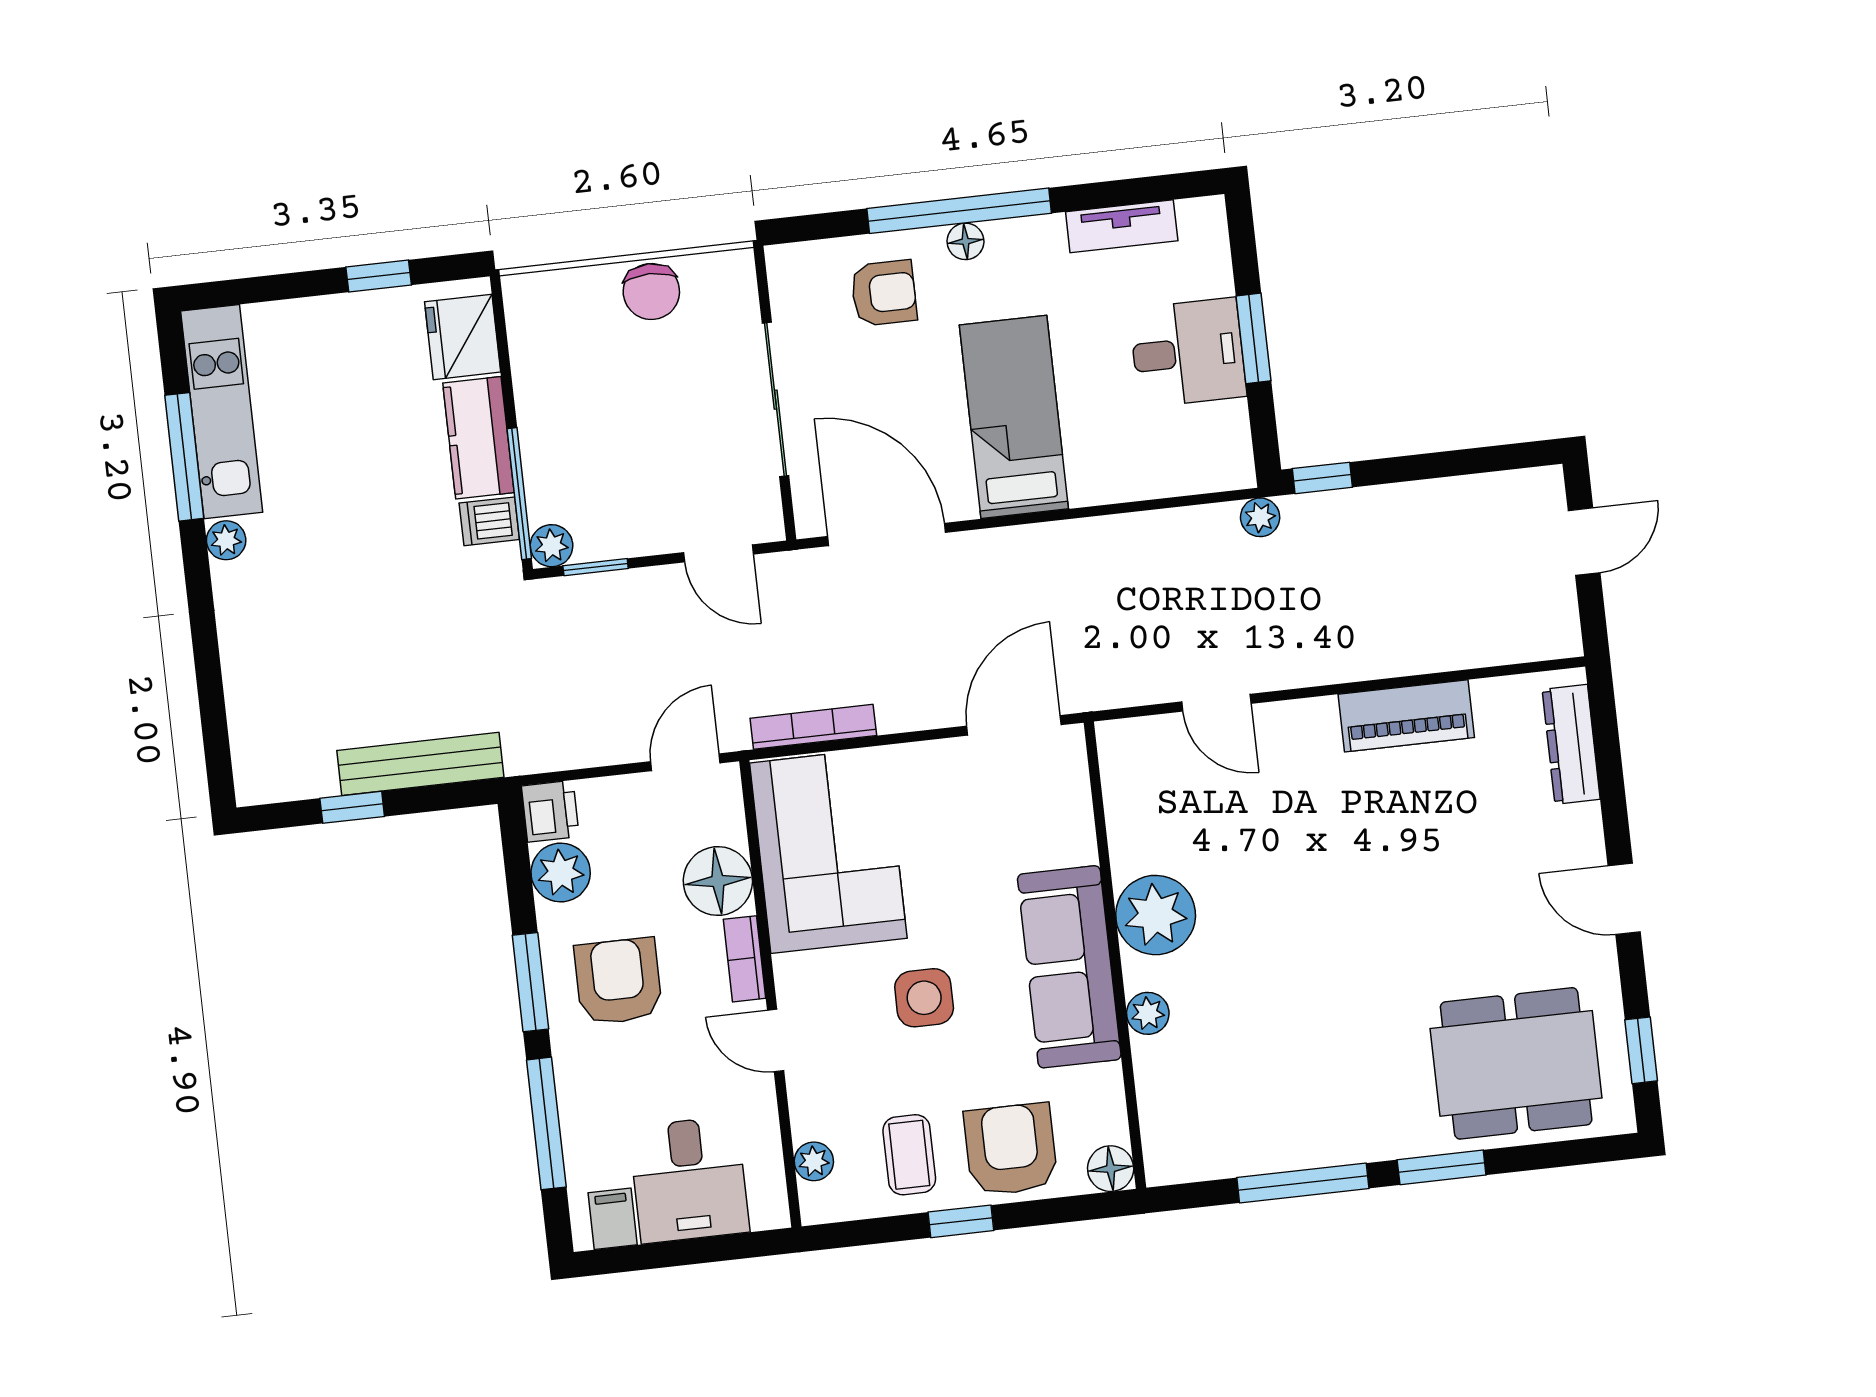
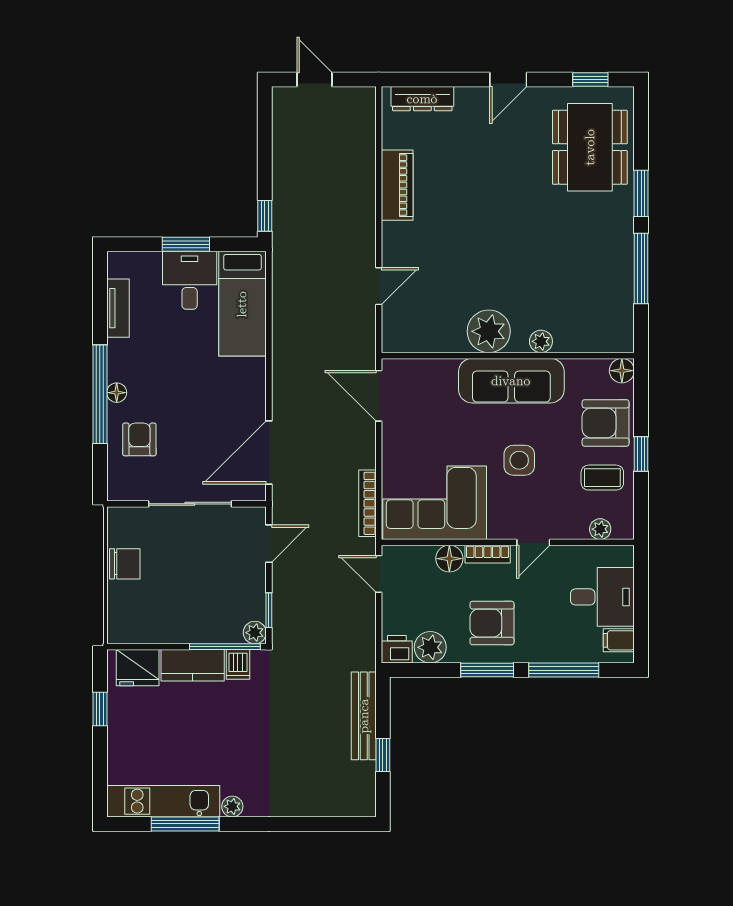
bed: (1014, 417) -> (242, 304), moved, turned -90
plant: (1260, 517) -> (282, 251), removed
floor lamp: (718, 881) -> (449, 559), width x0.73, depth x0.73

